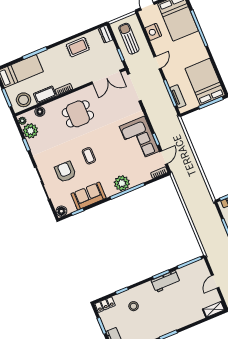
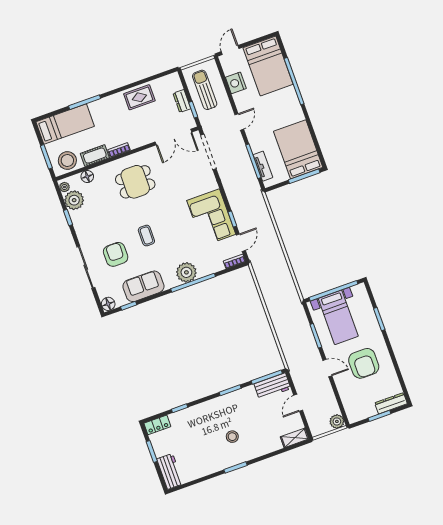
dresser: (106, 34) -> (182, 101), moved
workbench: (166, 281) -> (272, 386), moved
stool: (134, 306) -> (232, 437), moved

